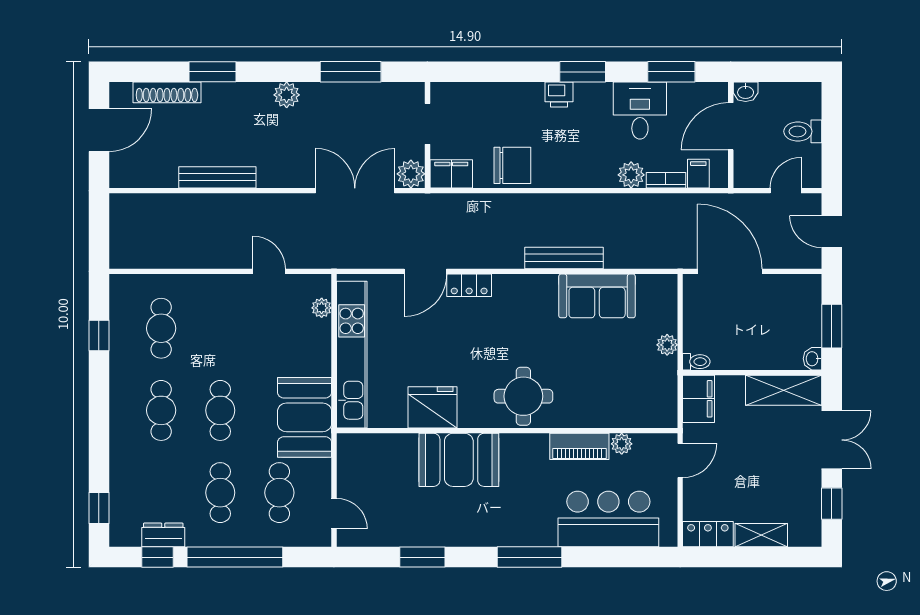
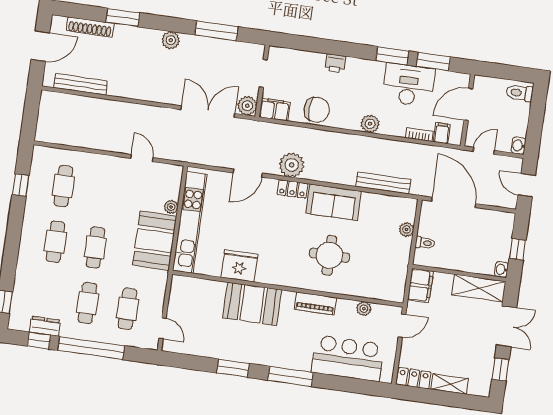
window: (583, 72) -> (392, 56), moved
washbasin: (746, 92) -> (518, 146), moved, turned 90
printer: (559, 94) -> (335, 63), moved
desk: (640, 111) -> (408, 85), width x1.37
toilet: (803, 131) -> (520, 93), moved
plant: (631, 175) -> (370, 124), moved
bench: (217, 177) -> (81, 84), moved
door: (786, 191) -> (484, 151), moved
plant: (487, 251) -> (292, 165), added
bench: (564, 258) -> (383, 183), moved
locker: (469, 285) -> (292, 189), moved
sofa: (597, 296) -> (334, 202), moved
plant: (322, 308) -> (171, 207), moved
window: (832, 326) -> (517, 249), width x0.67
plant: (667, 345) -> (407, 230), moved
toilet: (696, 362) -> (425, 243), moved
round table: (523, 396) -> (329, 255), moved
booth: (305, 417) -> (155, 241), moved
piano: (579, 446) -> (315, 304), moved
window: (422, 557) -> (233, 368), moved

